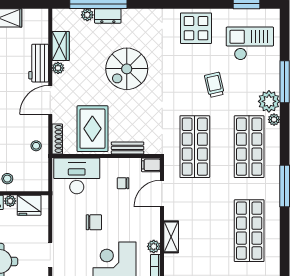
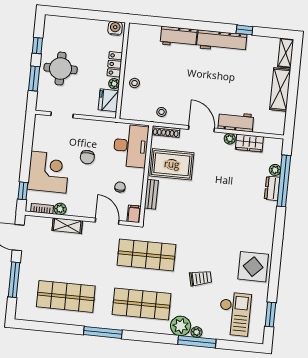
spiral stairs: (127, 69) -> (223, 201), removed
plant: (274, 120) -> (197, 332), moved

